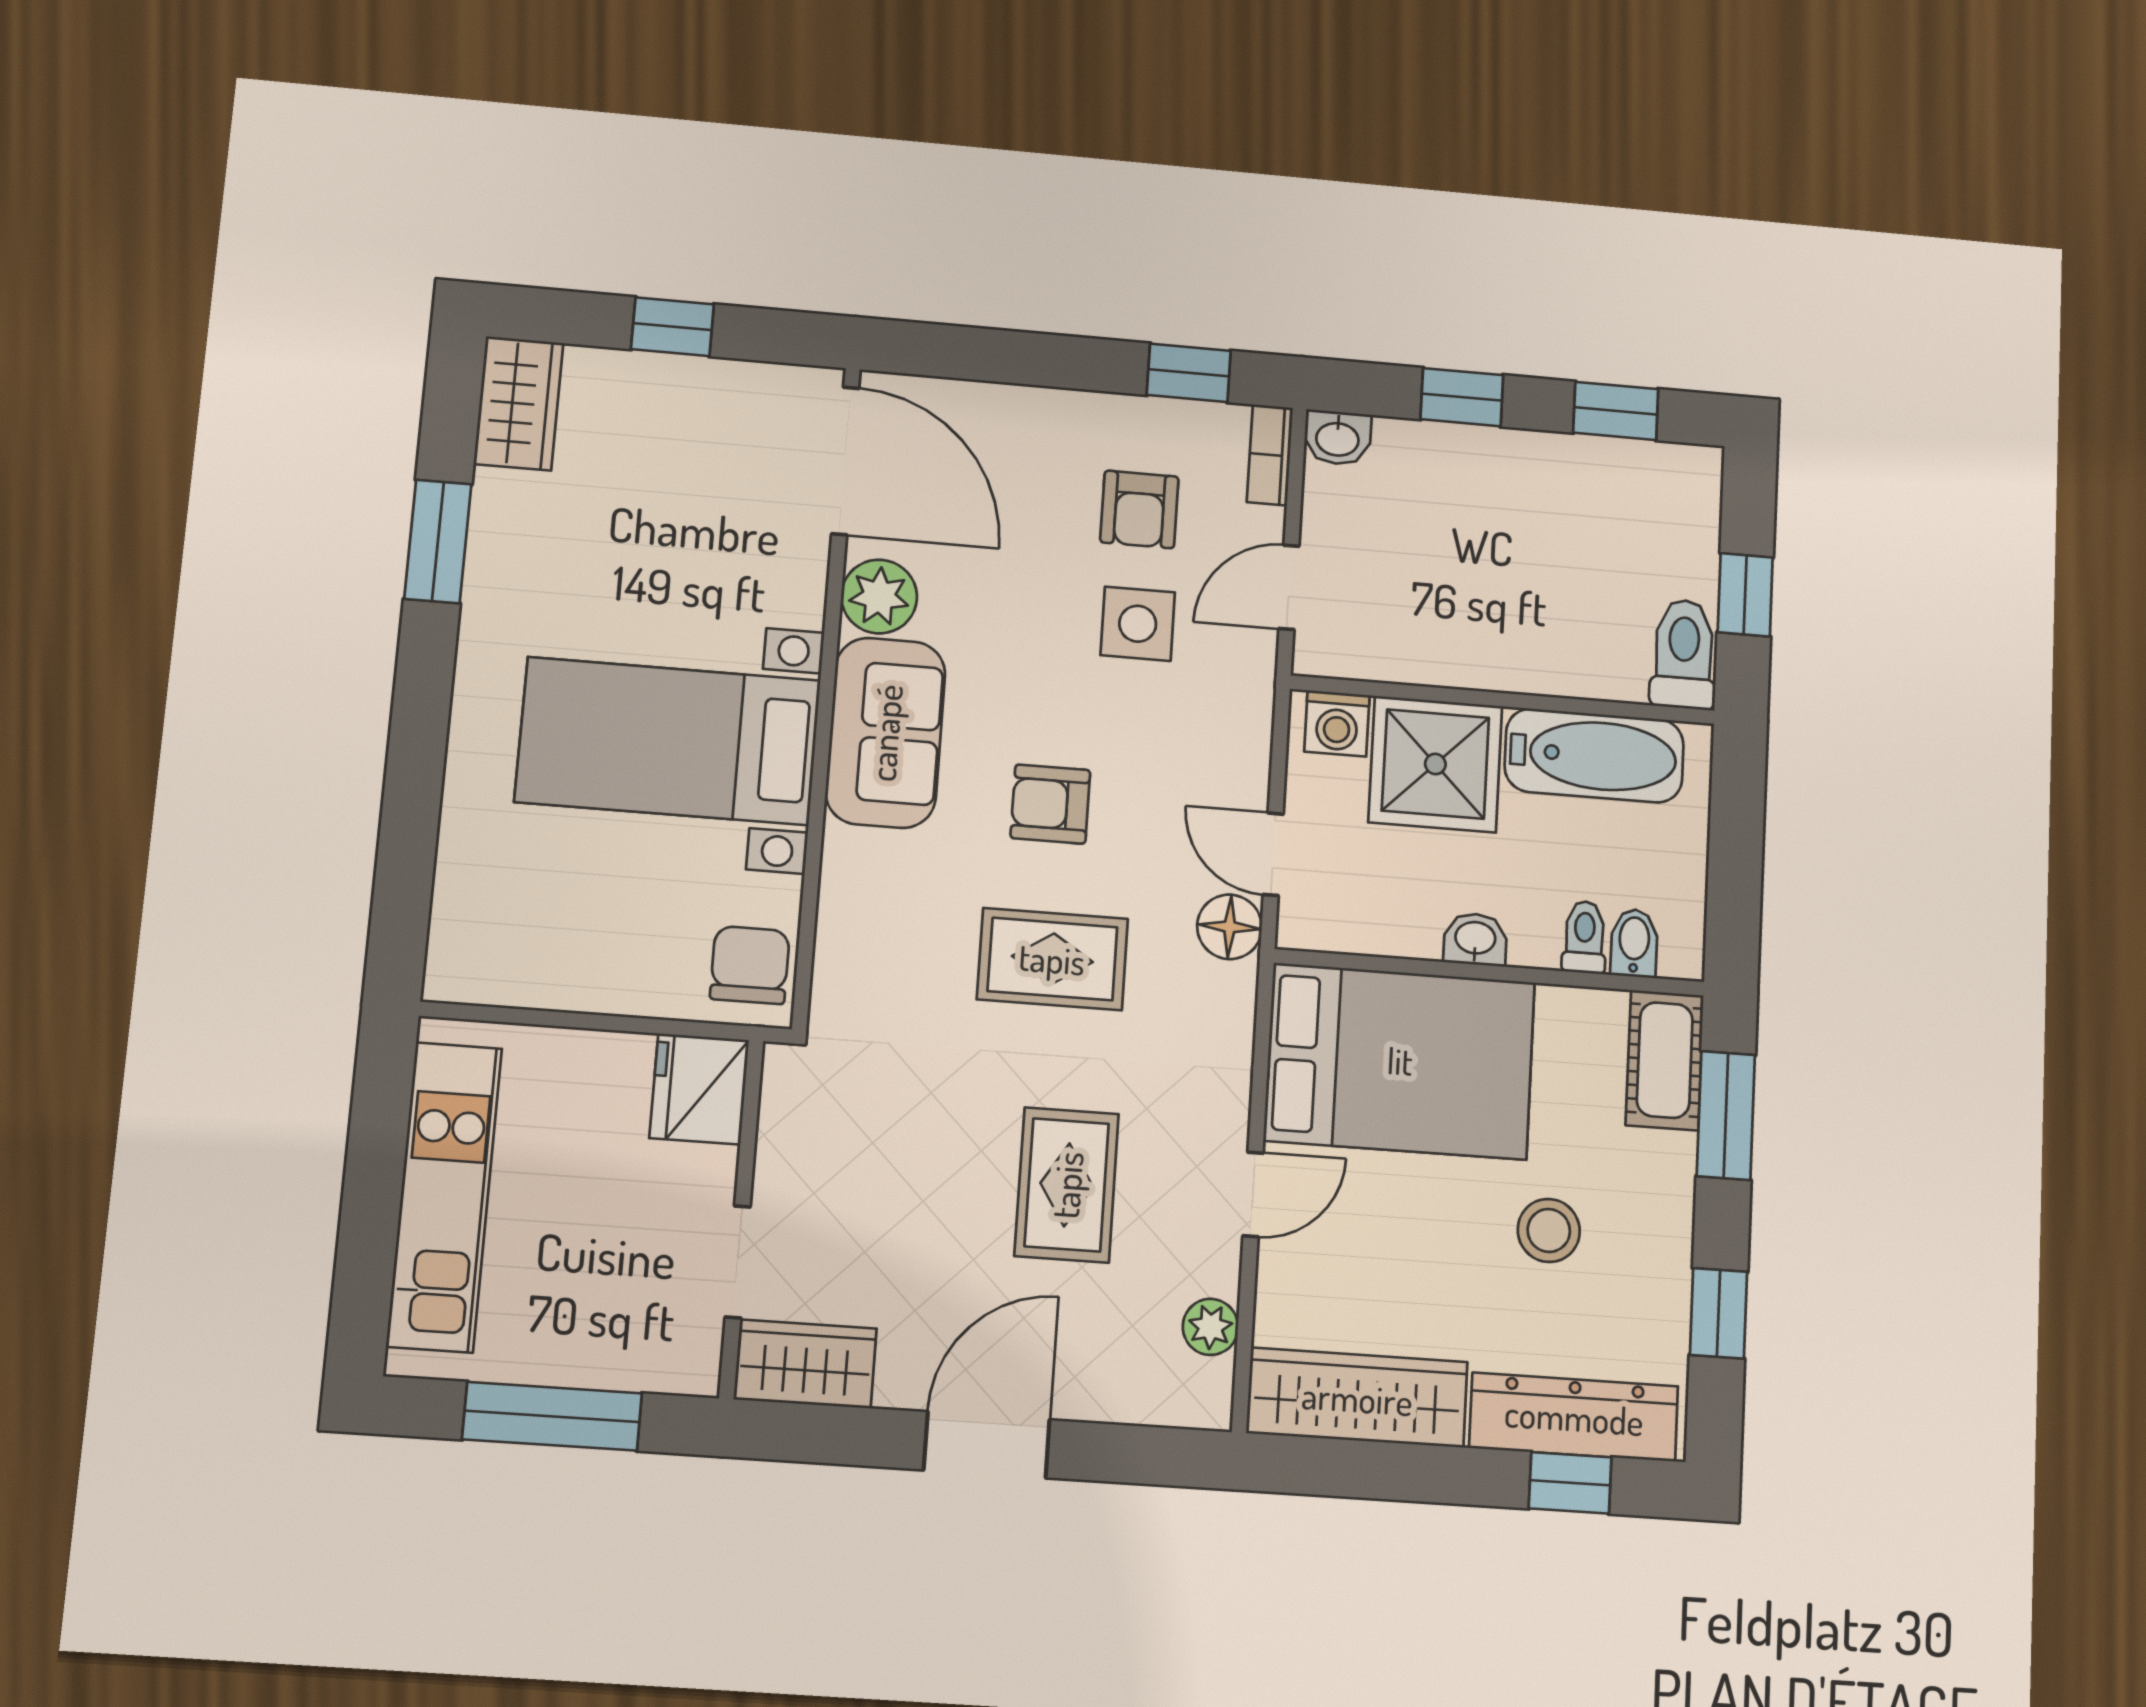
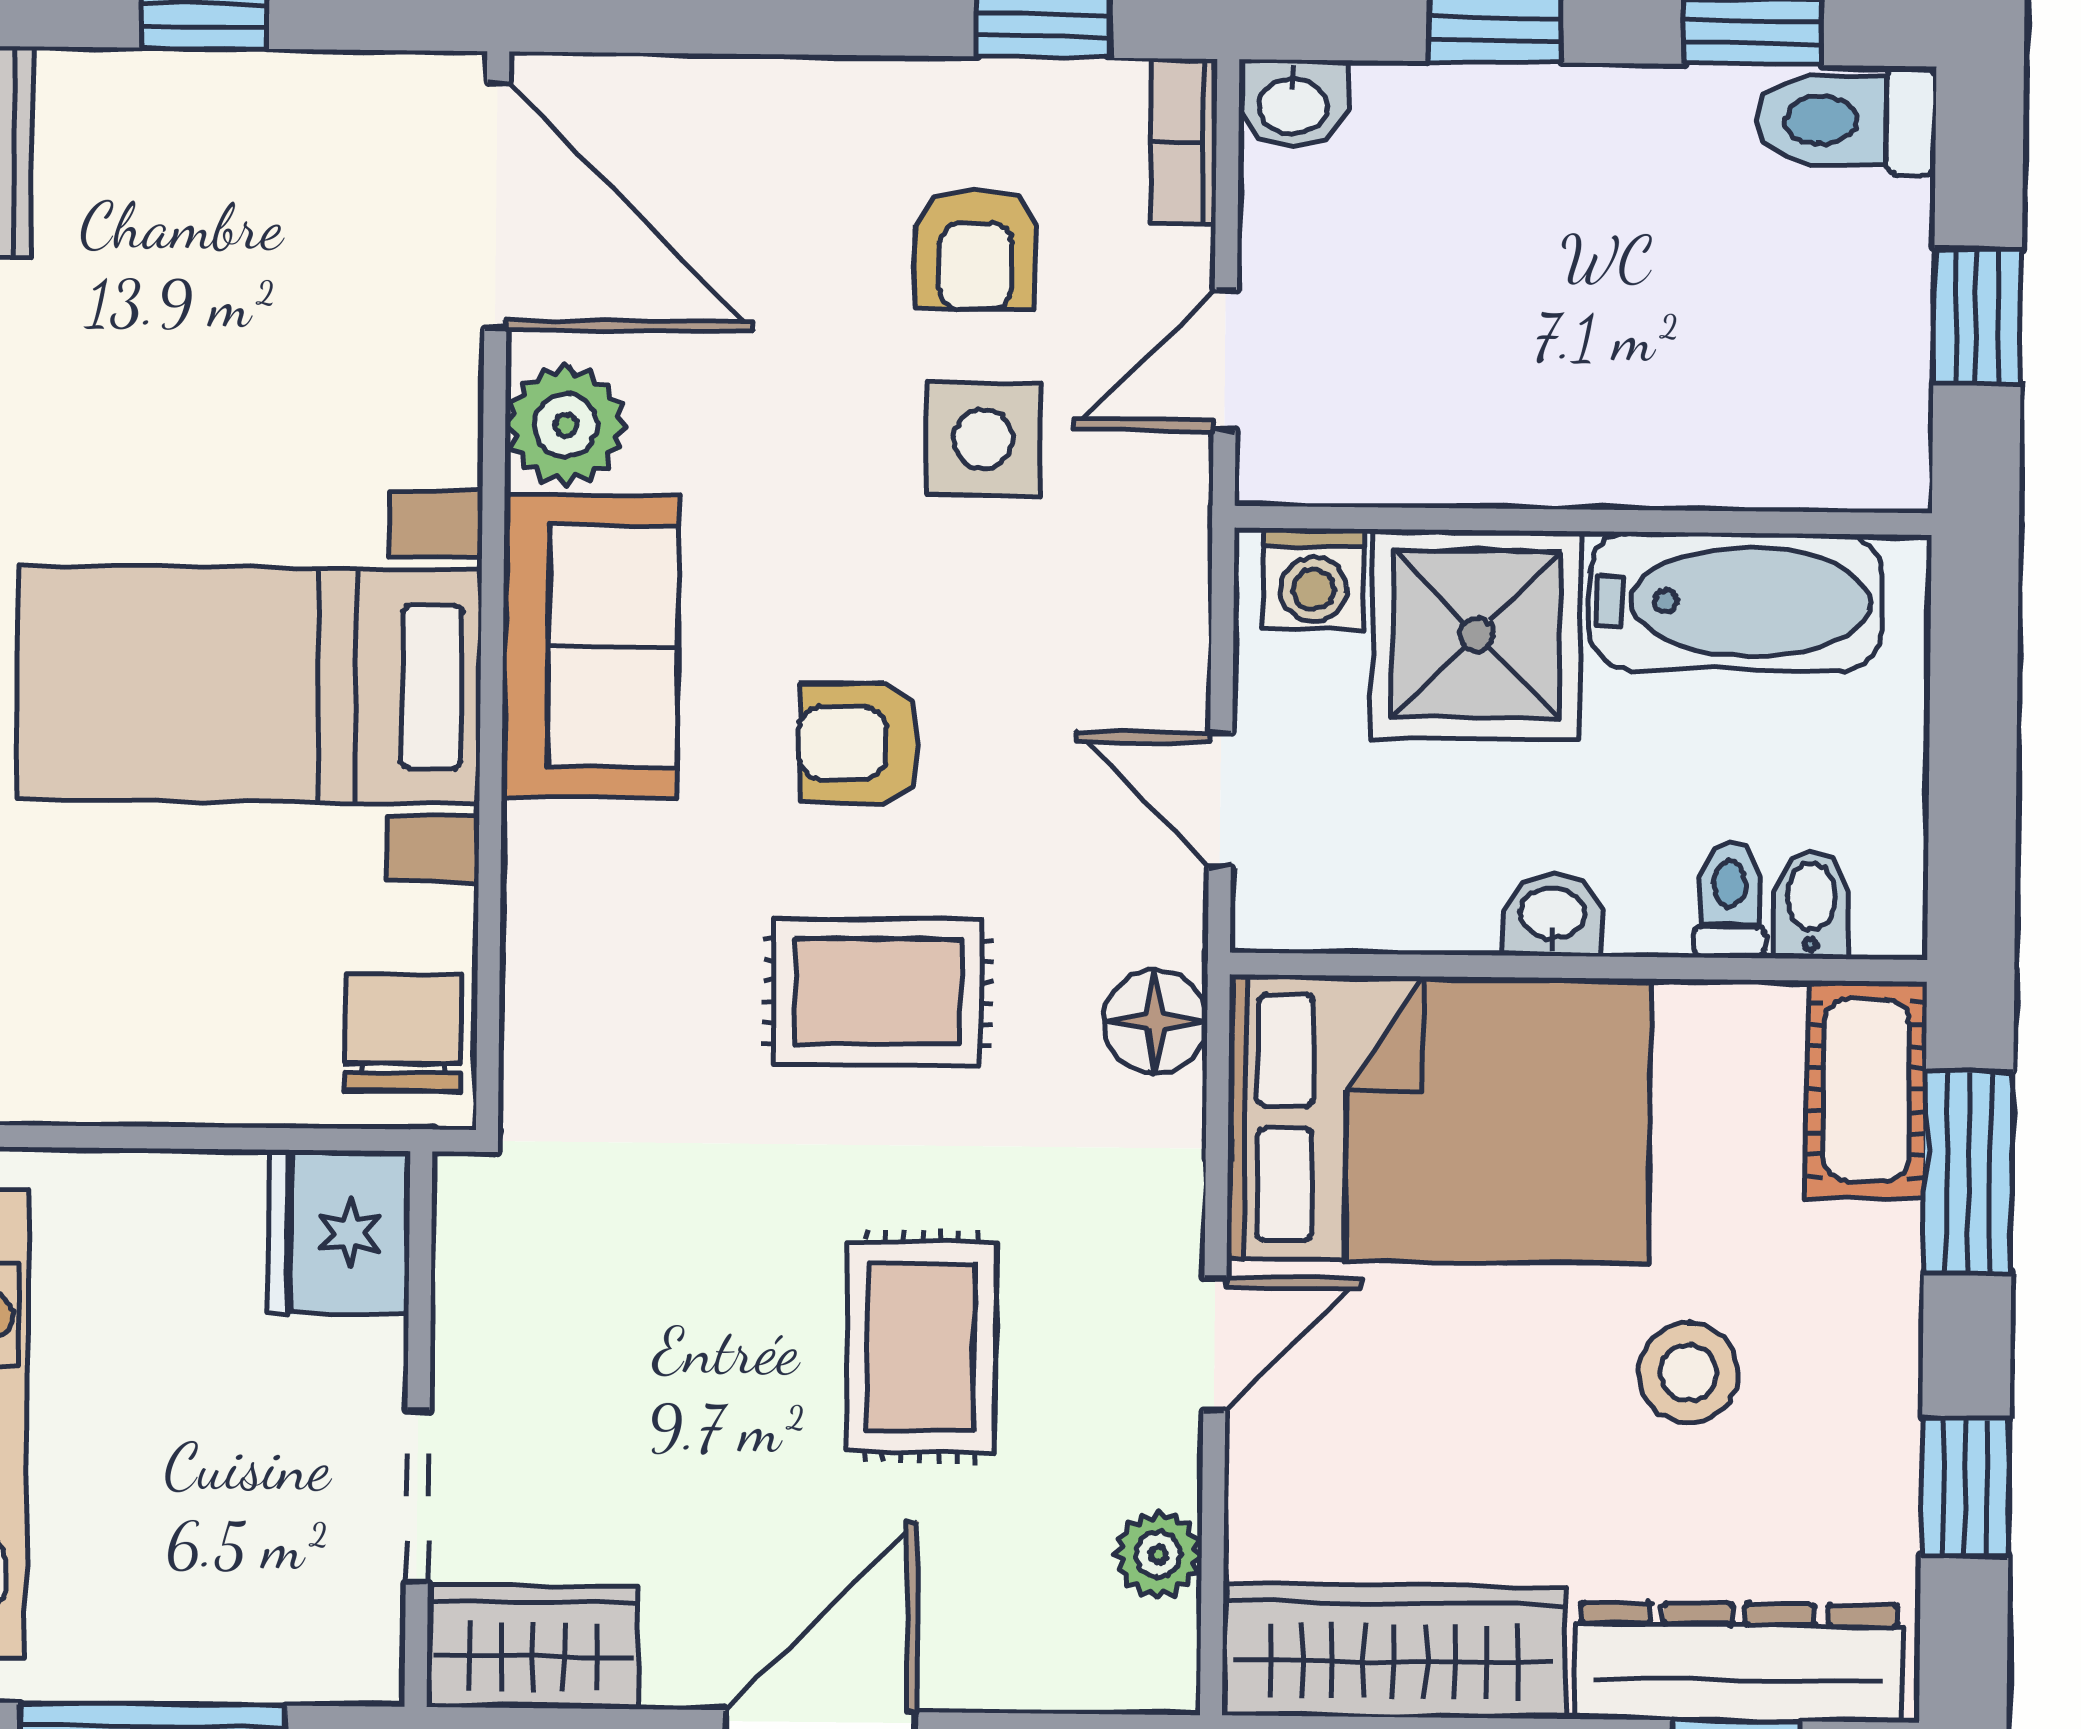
toilet: (1684, 654) -> (1846, 120), moved, turned -90
floor lamp: (1230, 927) -> (1155, 1022), moved

